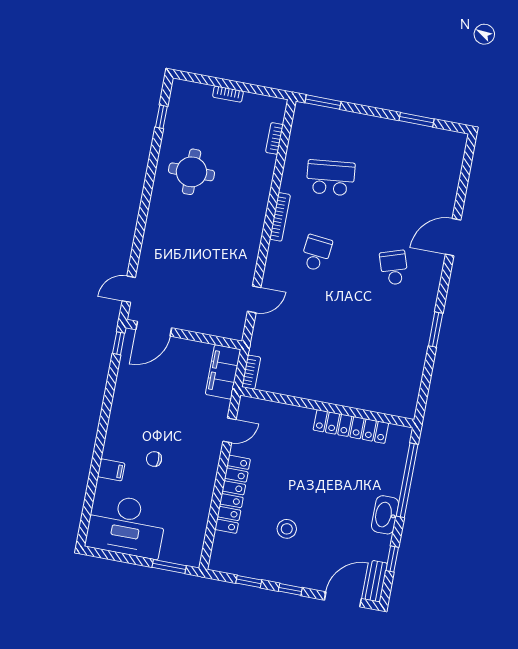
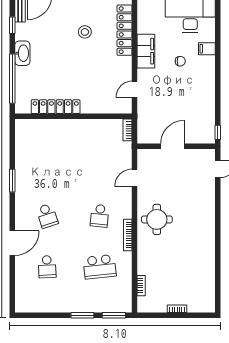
window: (161, 117) -> (218, 286), removed
window: (417, 120) -> (82, 315), moved
round table: (192, 172) -> (157, 219), moved
school desk: (408, 192) -> (47, 267), added
door: (154, 329) -> (173, 146), moved
filing cabinet: (223, 372) -> (146, 51), moved
locker: (233, 494) -> (125, 30), moved

